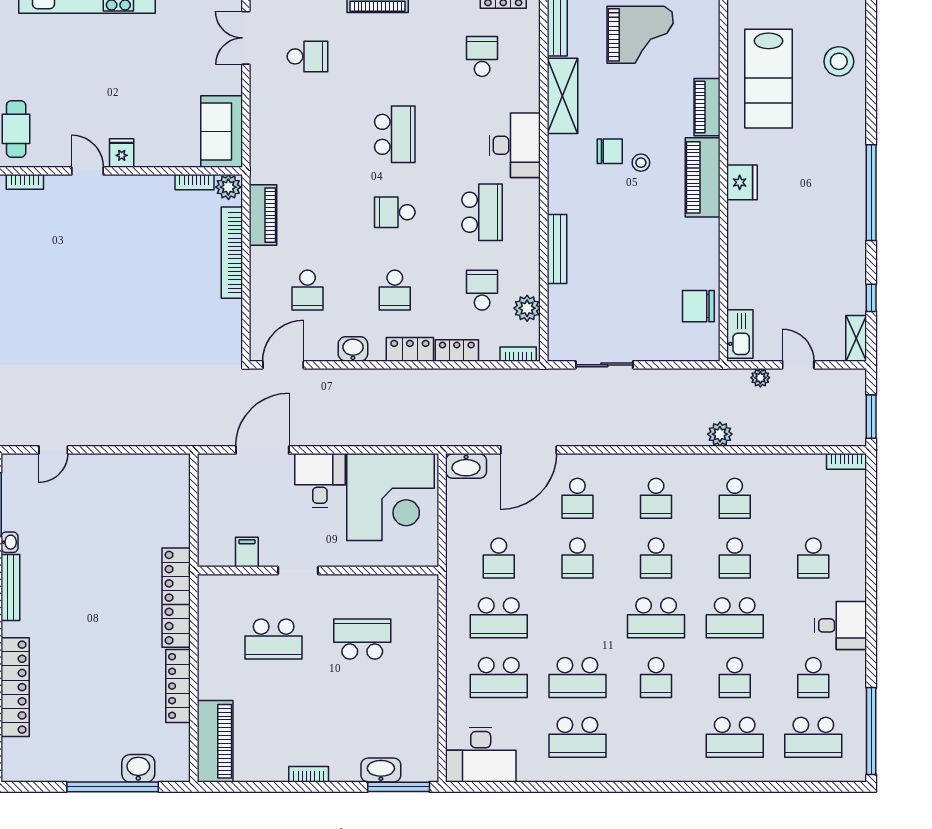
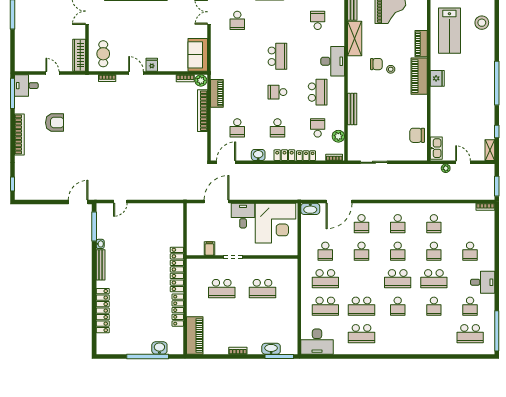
school desk: (307, 56) -> (237, 20), turned 90
plant: (720, 434) -> (427, 194), removed
school desk: (362, 639) -> (262, 289), turned 180
school desk: (735, 737) -> (434, 334), removed

